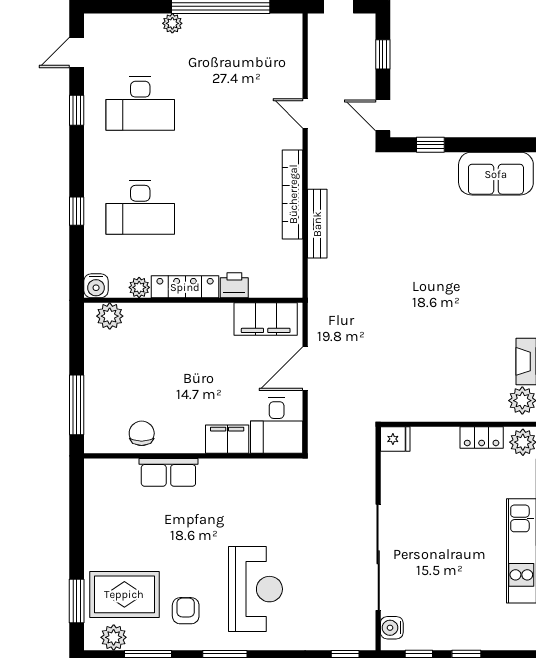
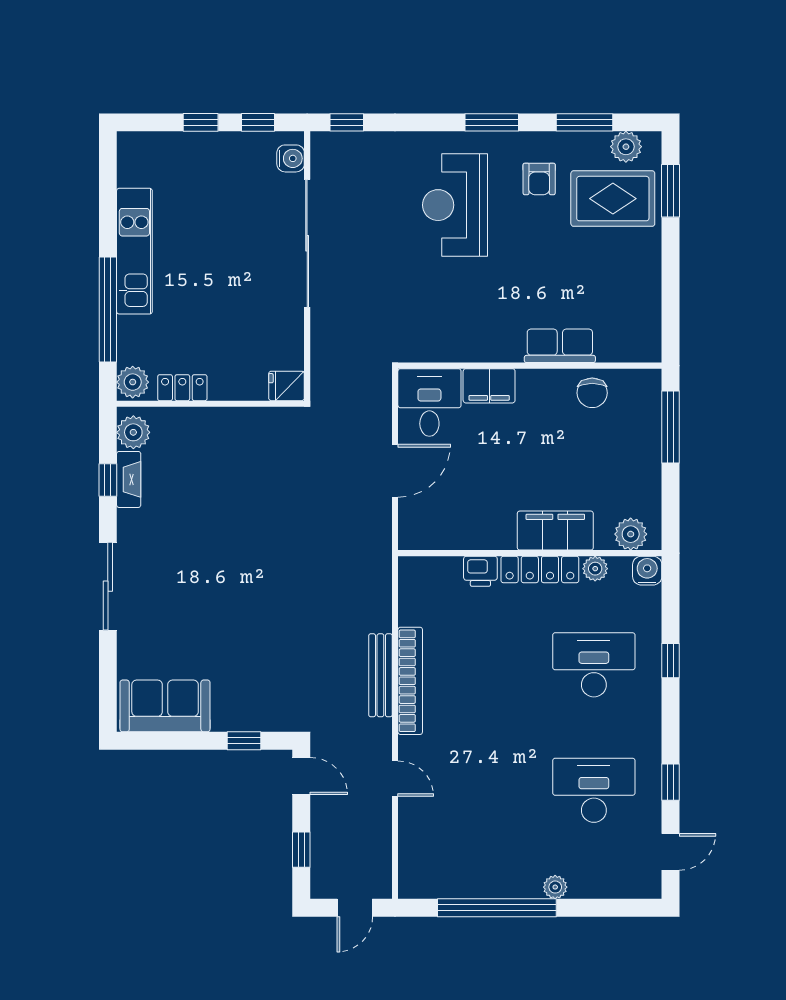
bench: (317, 224) -> (380, 675), moved
filing cabinet: (266, 319) -> (555, 531), moved

